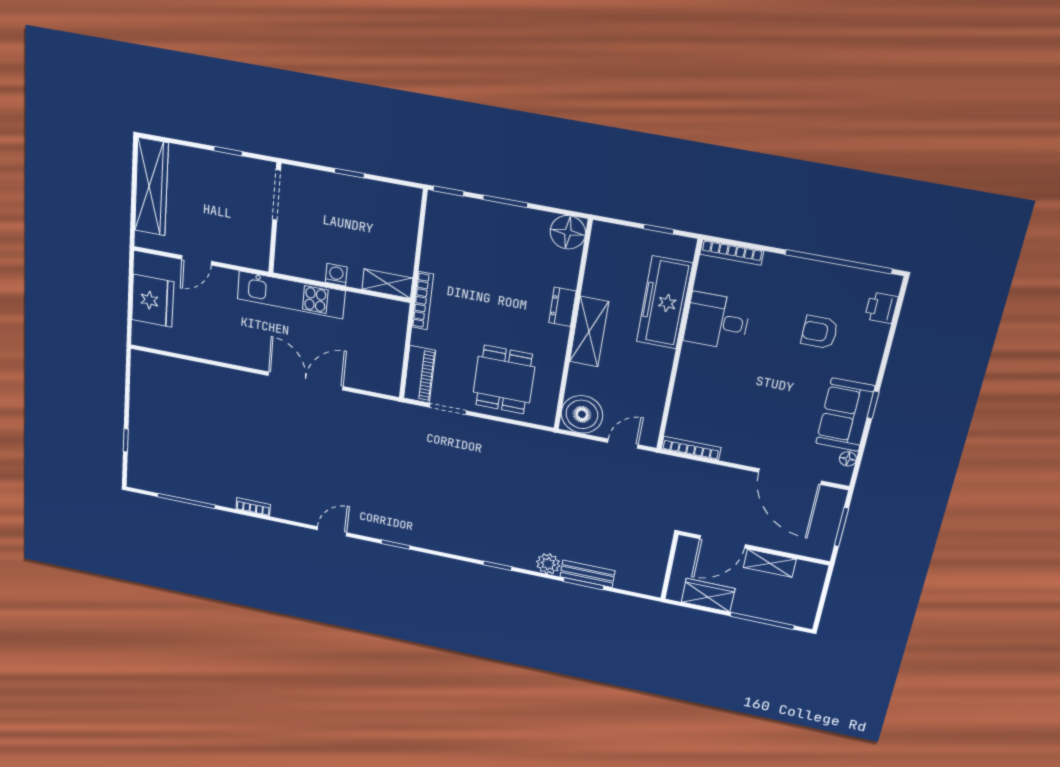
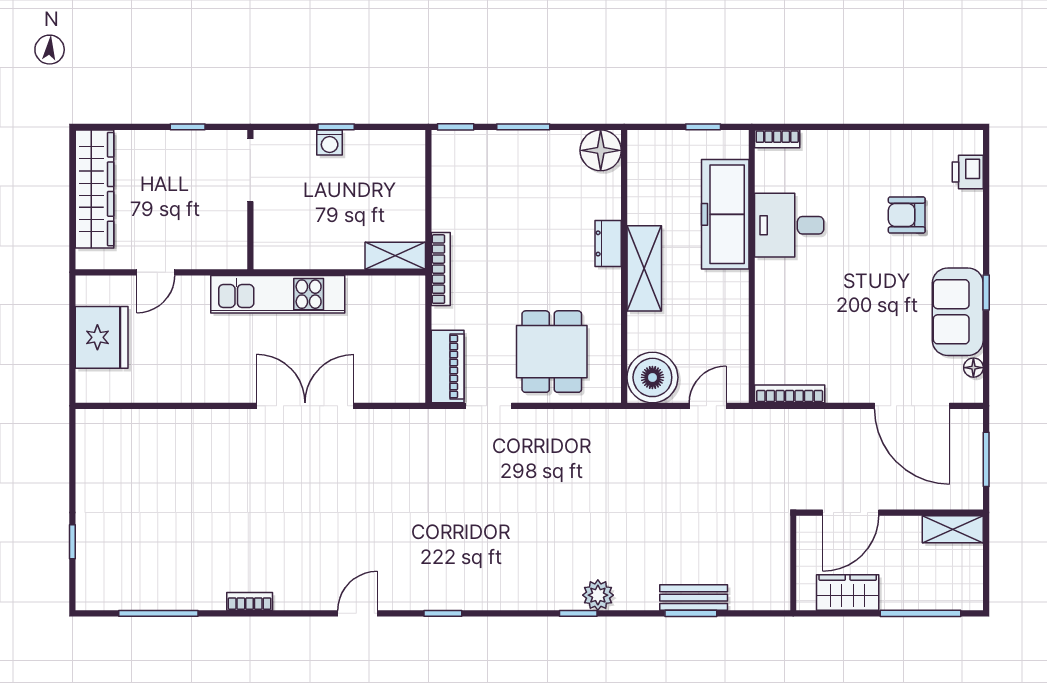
bookcase: (732, 253) -> (777, 139), width x0.64
window: (839, 262) -> (909, 127), removed
washing machine: (336, 275) -> (330, 142), moved, turned 180
shelving: (770, 563) -> (953, 529), moved
plant: (548, 564) -> (598, 595), moved

